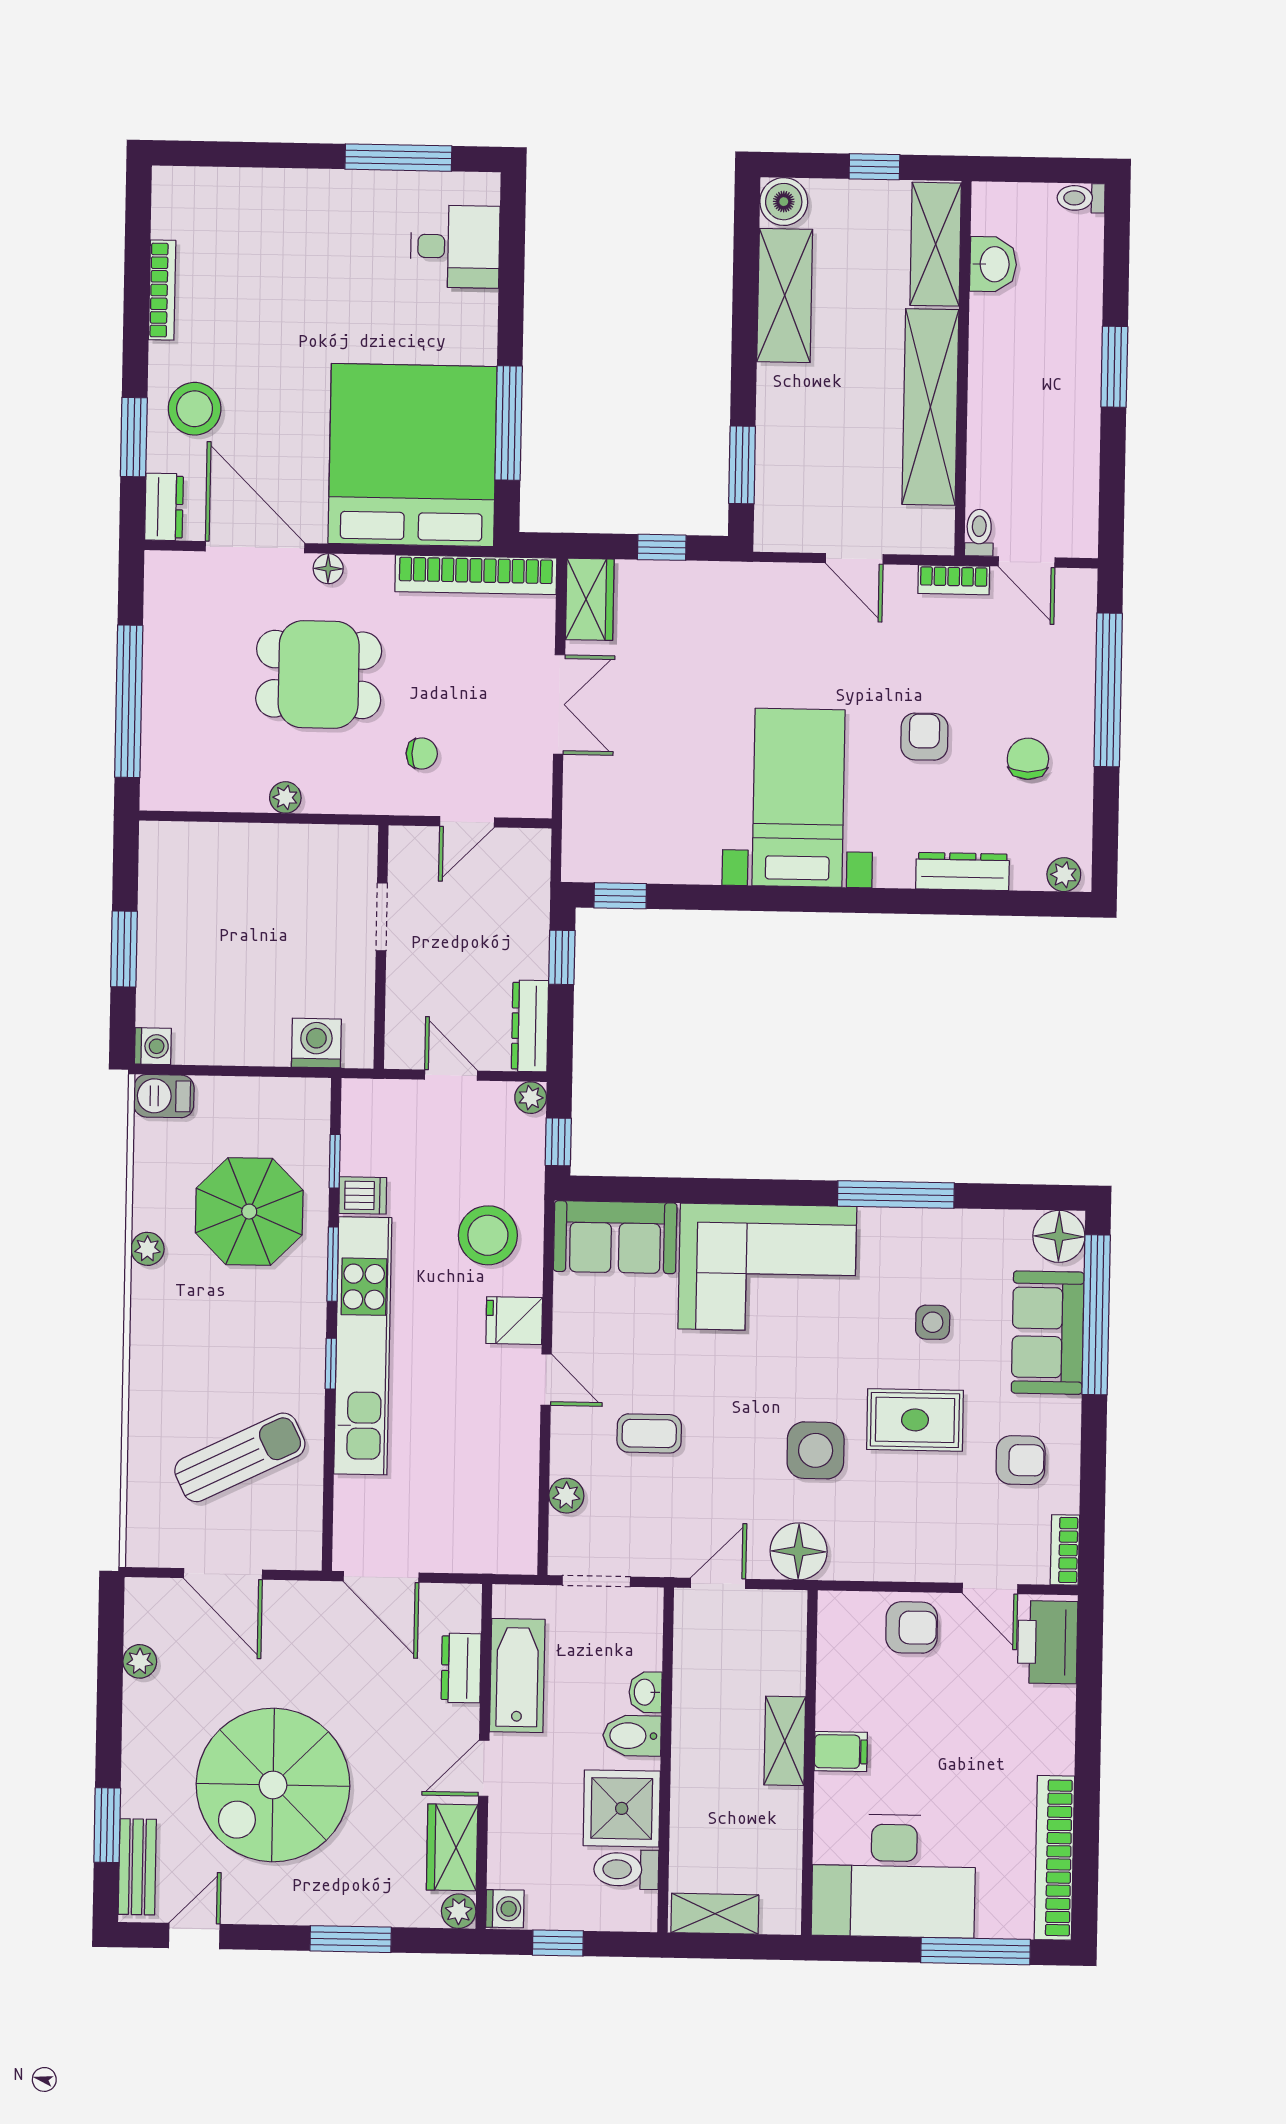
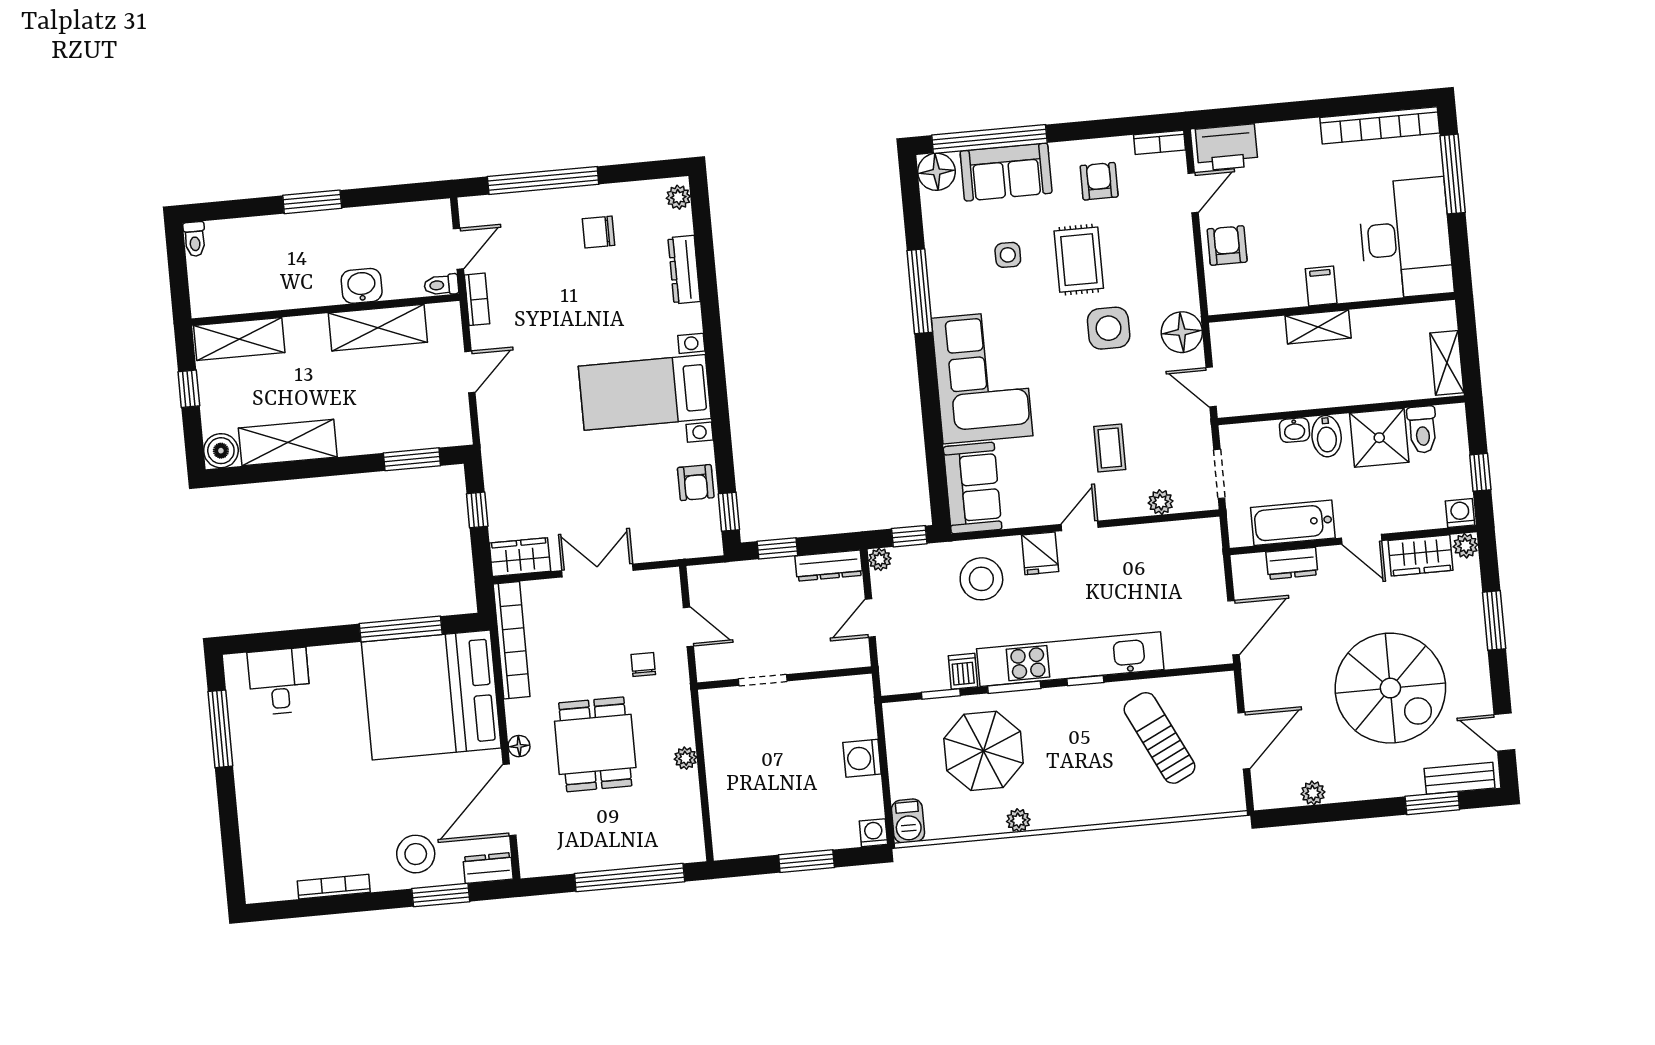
washbasin: (993, 264) -> (362, 286), moved
shelving: (930, 407) -> (378, 328), width x0.68
armchair: (924, 737) -> (696, 483), moved, turned -90
washing machine: (316, 1043) -> (862, 758), moved

